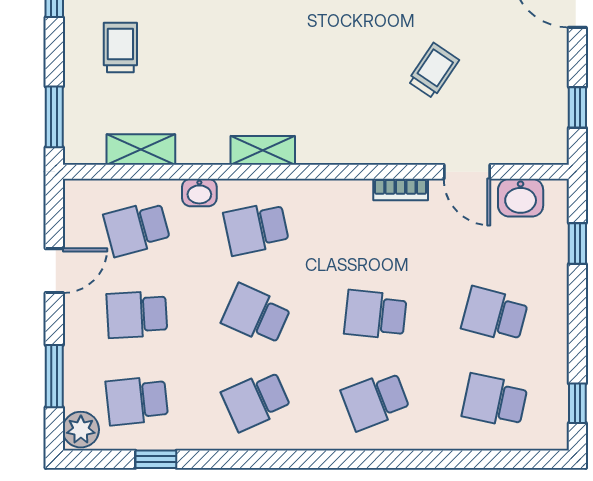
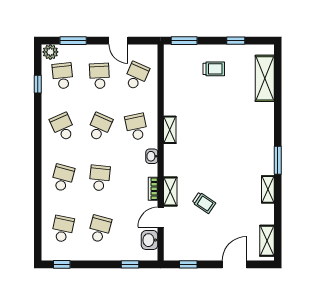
shelving: (141, 149) -> (170, 191), moved
washbasin: (199, 192) -> (152, 156), moved
school desk: (137, 229) -> (136, 76), turned 39
school desk: (375, 401) -> (63, 178), turned 36

